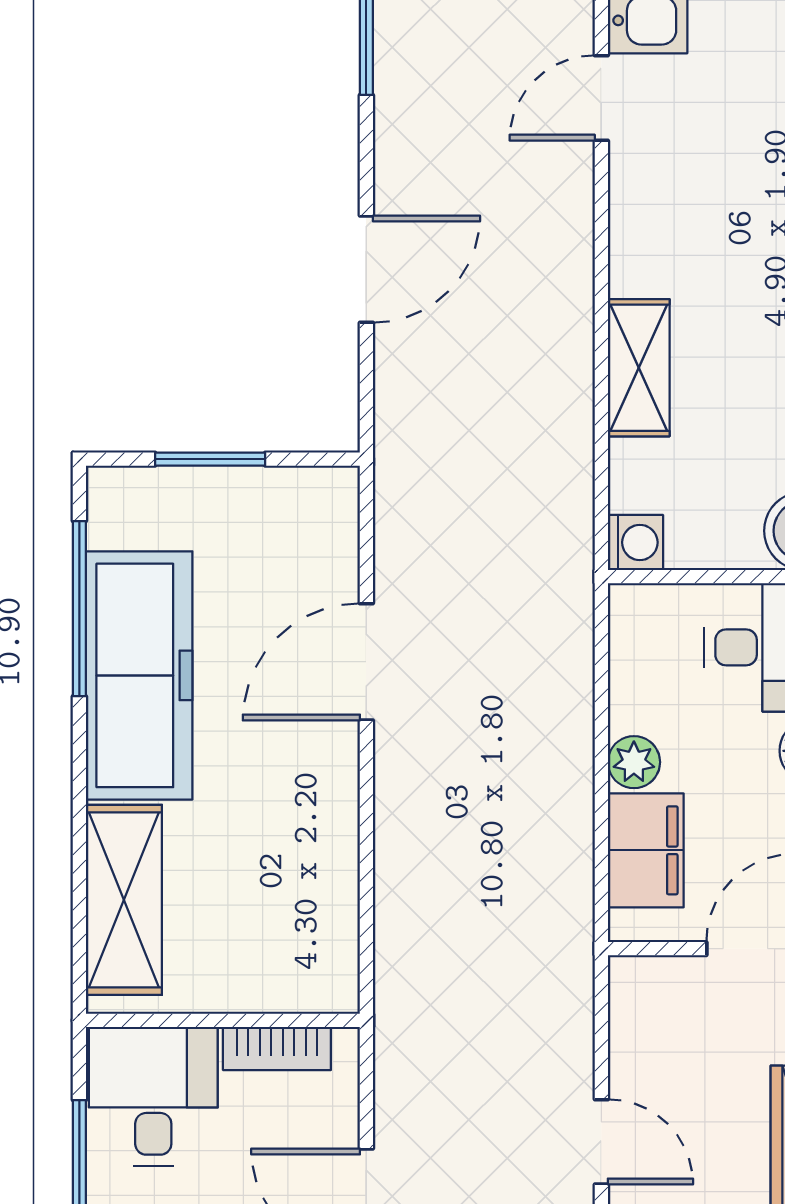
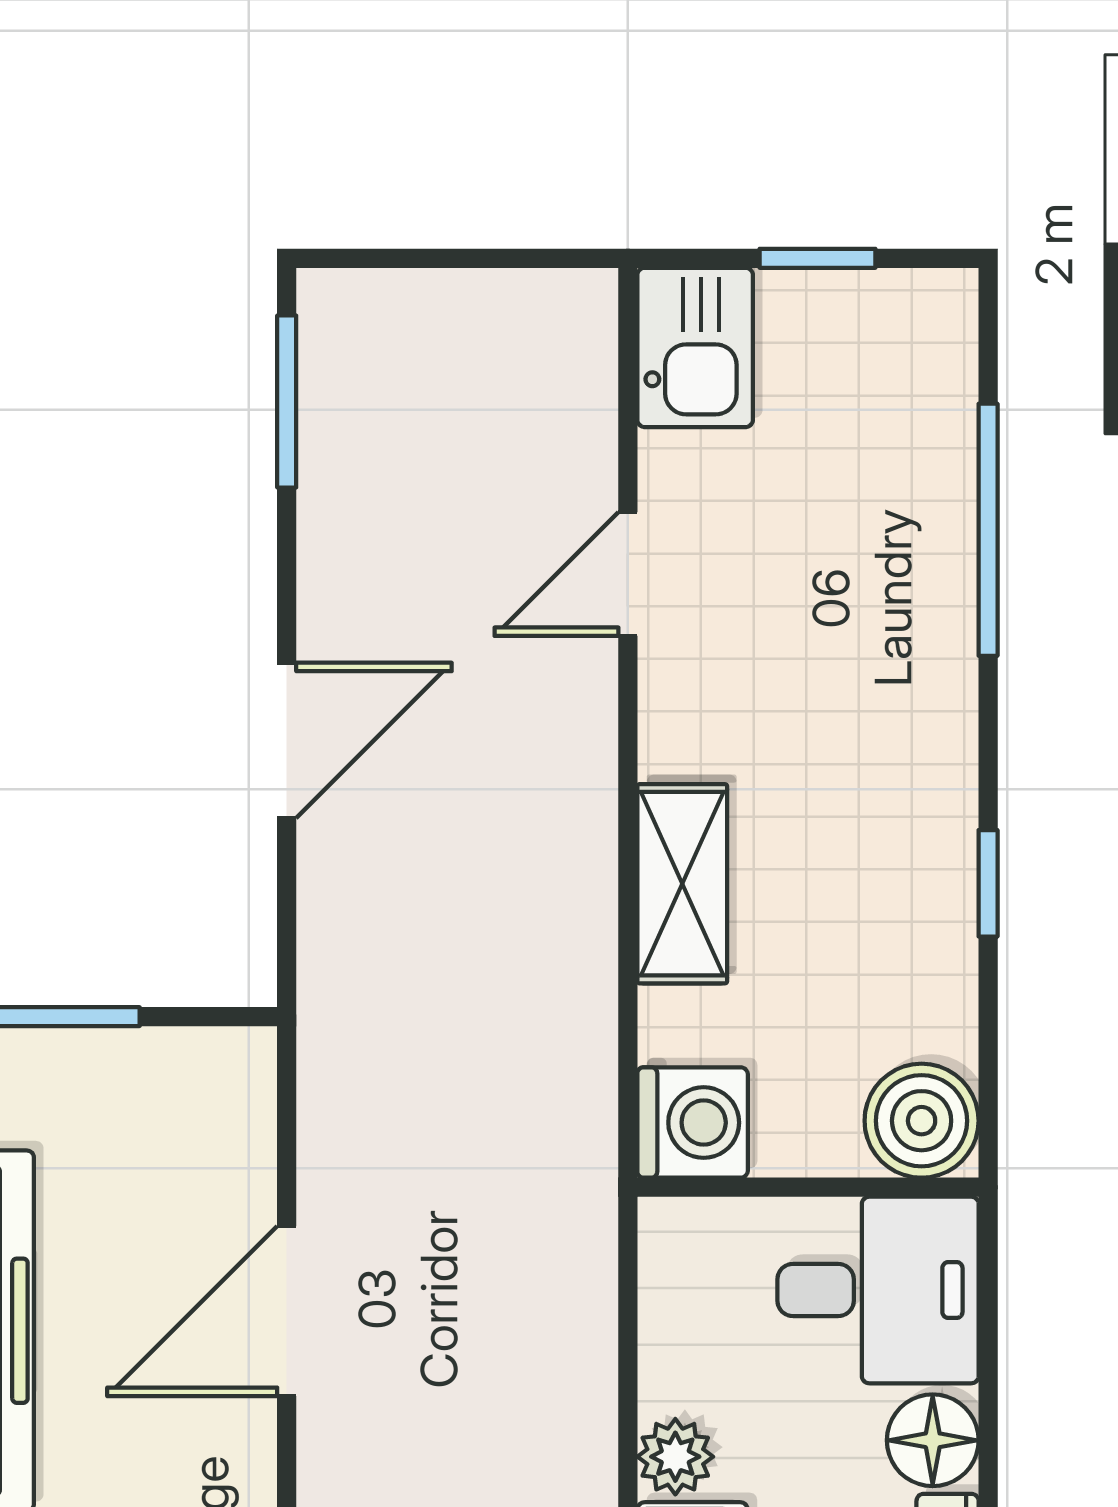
door: (601, 98) -> (628, 574), moved
washing machine: (635, 542) -> (693, 1123), width x1.38, depth x1.38

